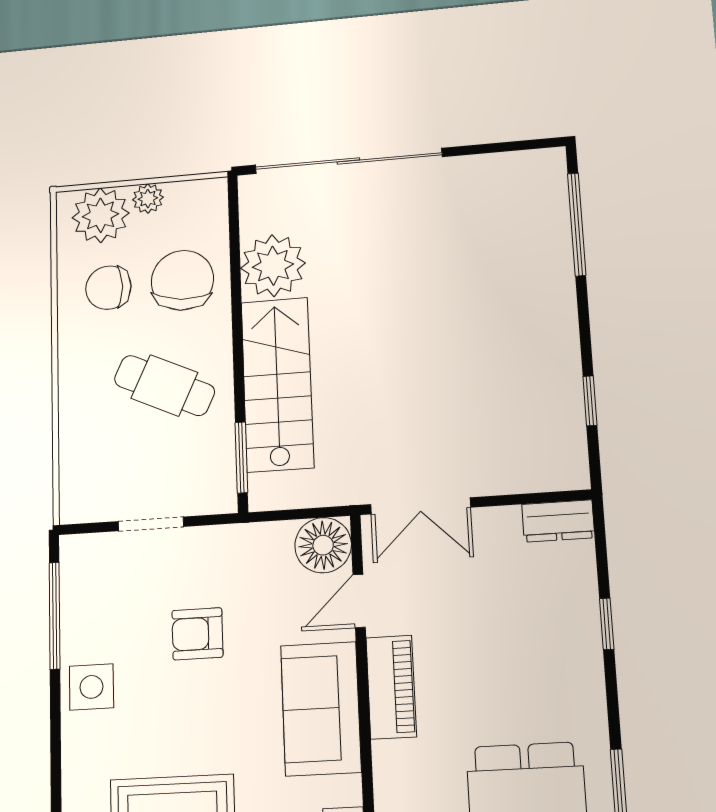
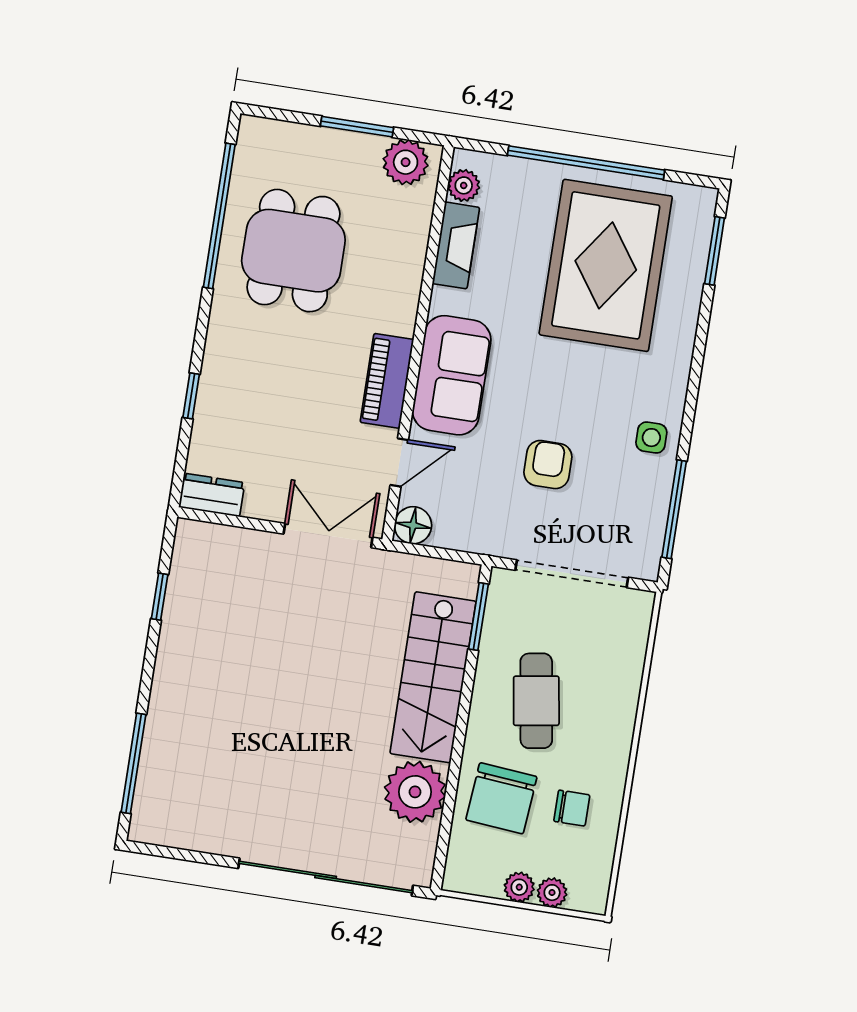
plant: (101, 215) -> (552, 893), width x0.53, depth x0.53
chair: (108, 288) -> (572, 808), width x0.73, depth x0.73
cafe table: (164, 385) -> (536, 701), turned 56
doorway: (151, 524) -> (572, 574), width x1.88
floor lamp: (323, 545) -> (413, 525), width x0.73, depth x0.73
armchair: (197, 634) -> (548, 465), turned -90
side table: (91, 687) -> (651, 438), width x0.73, depth x0.73

